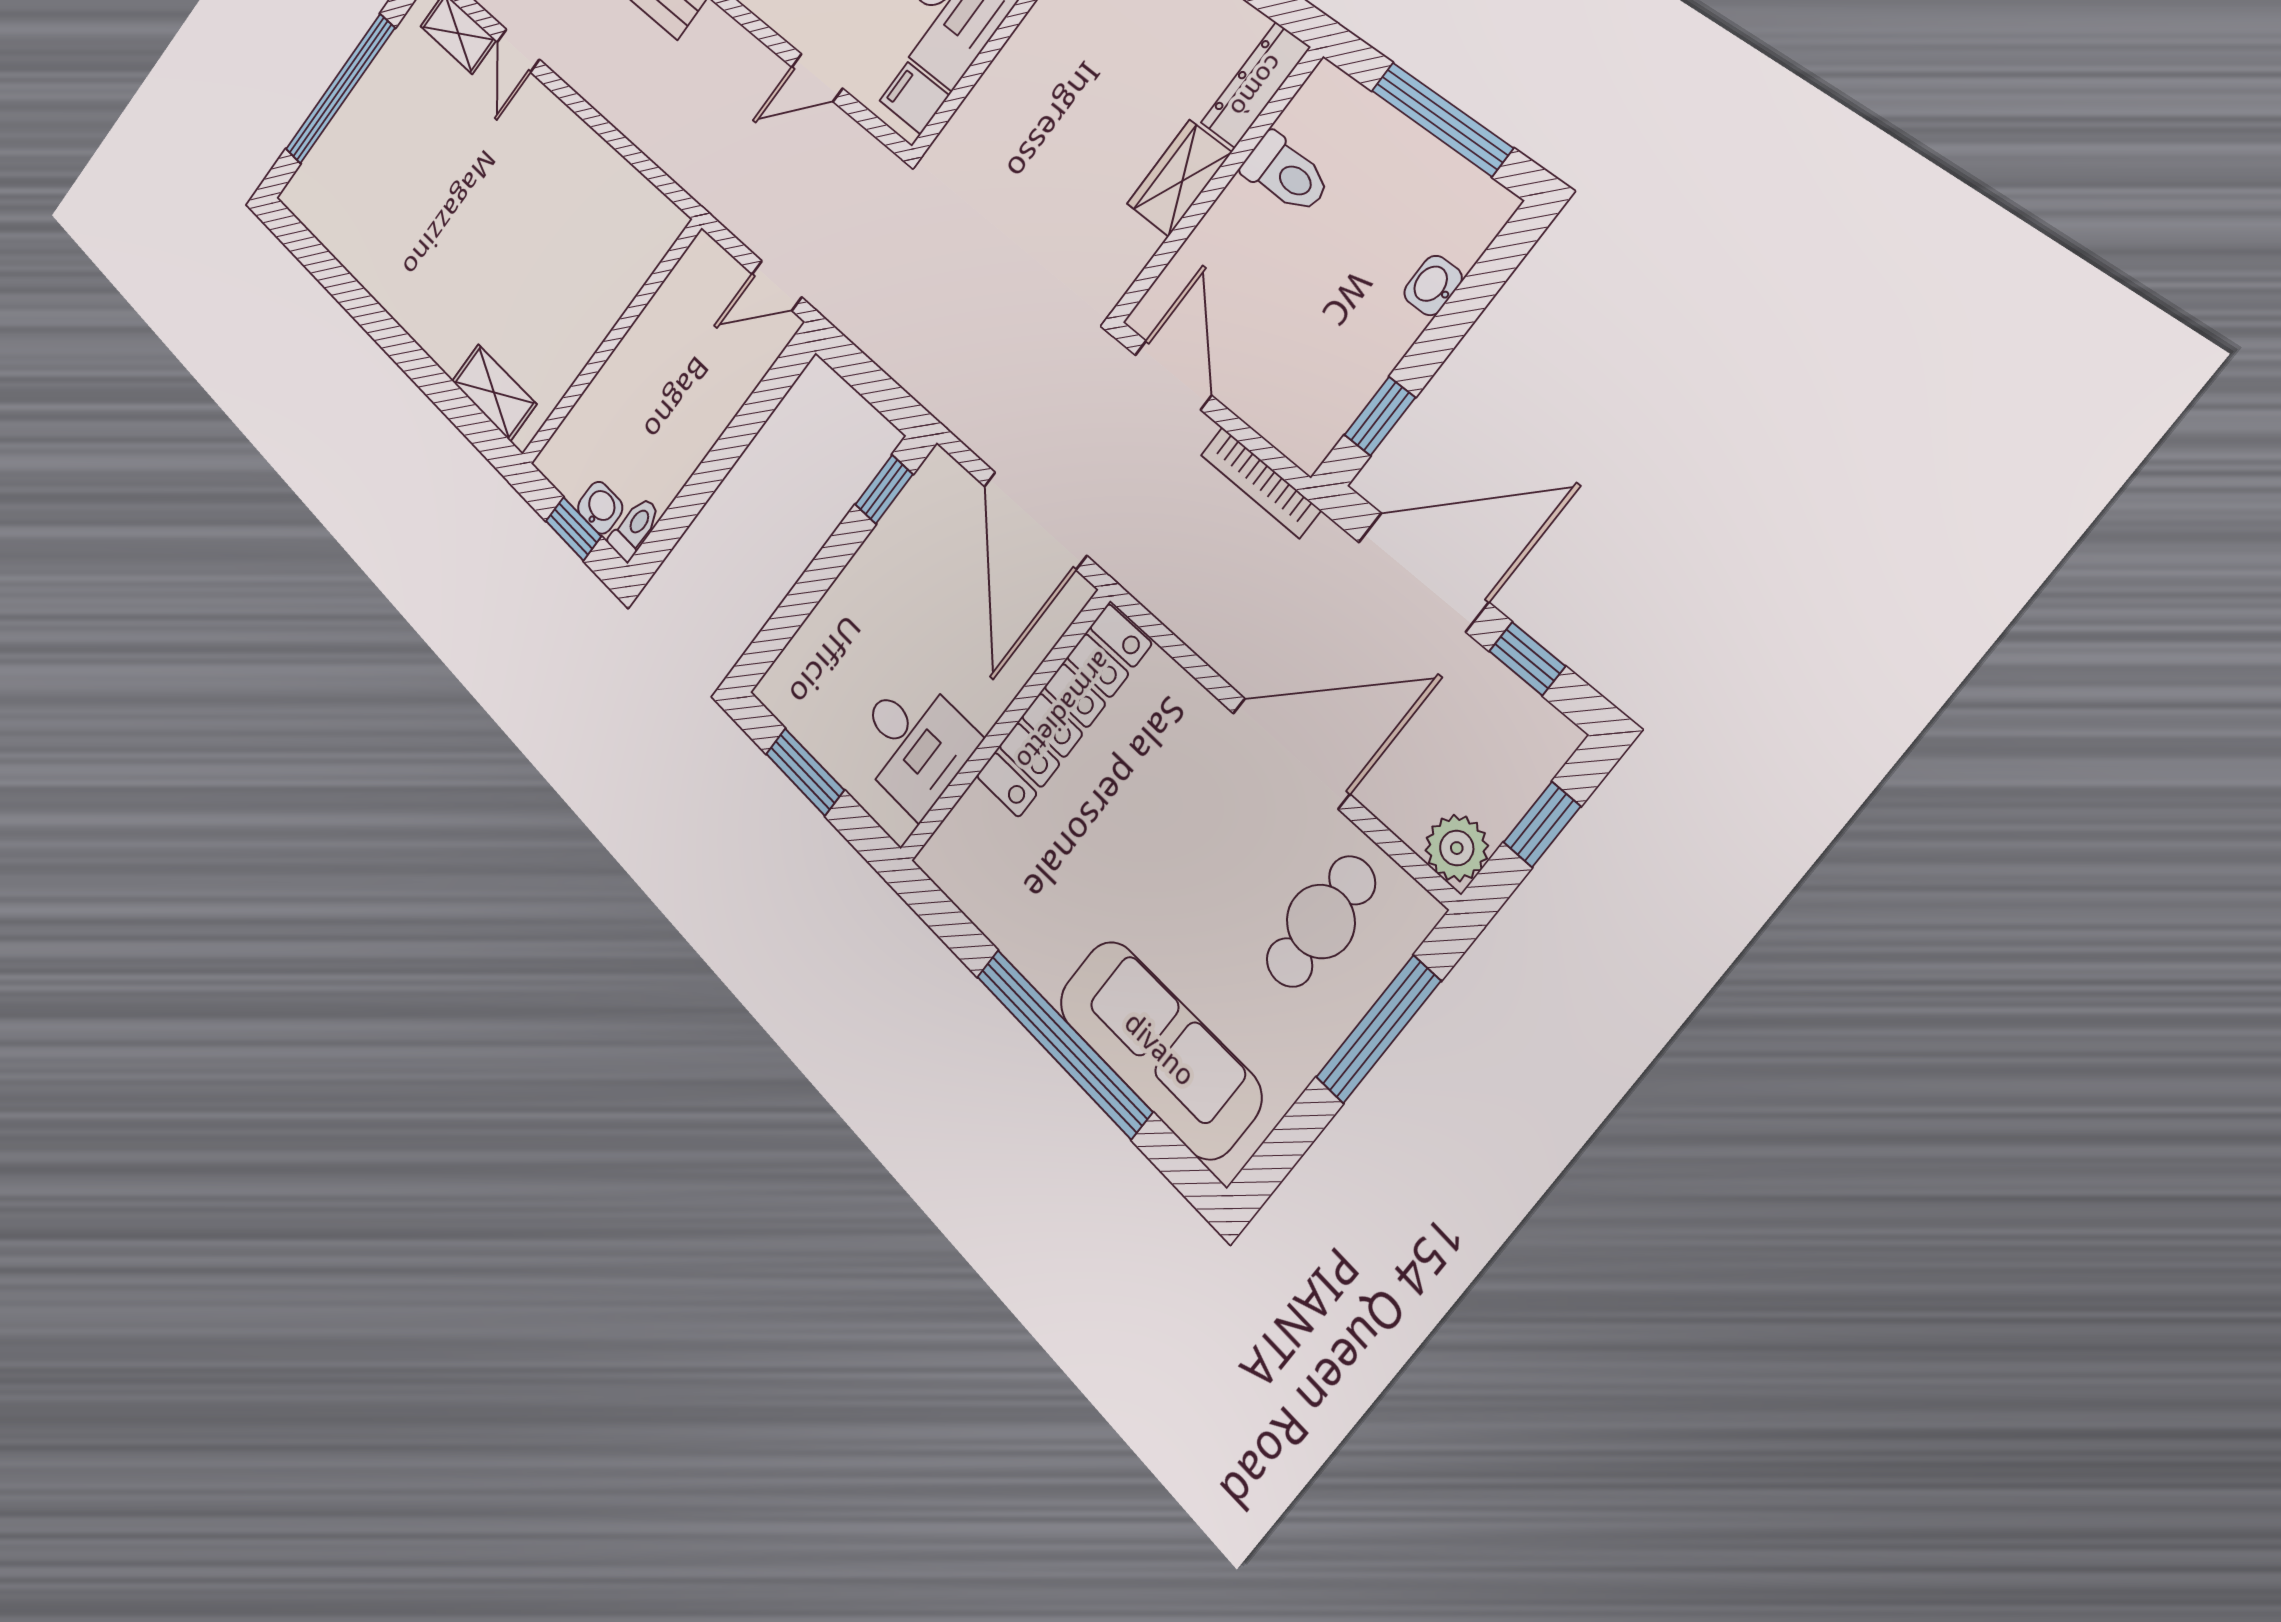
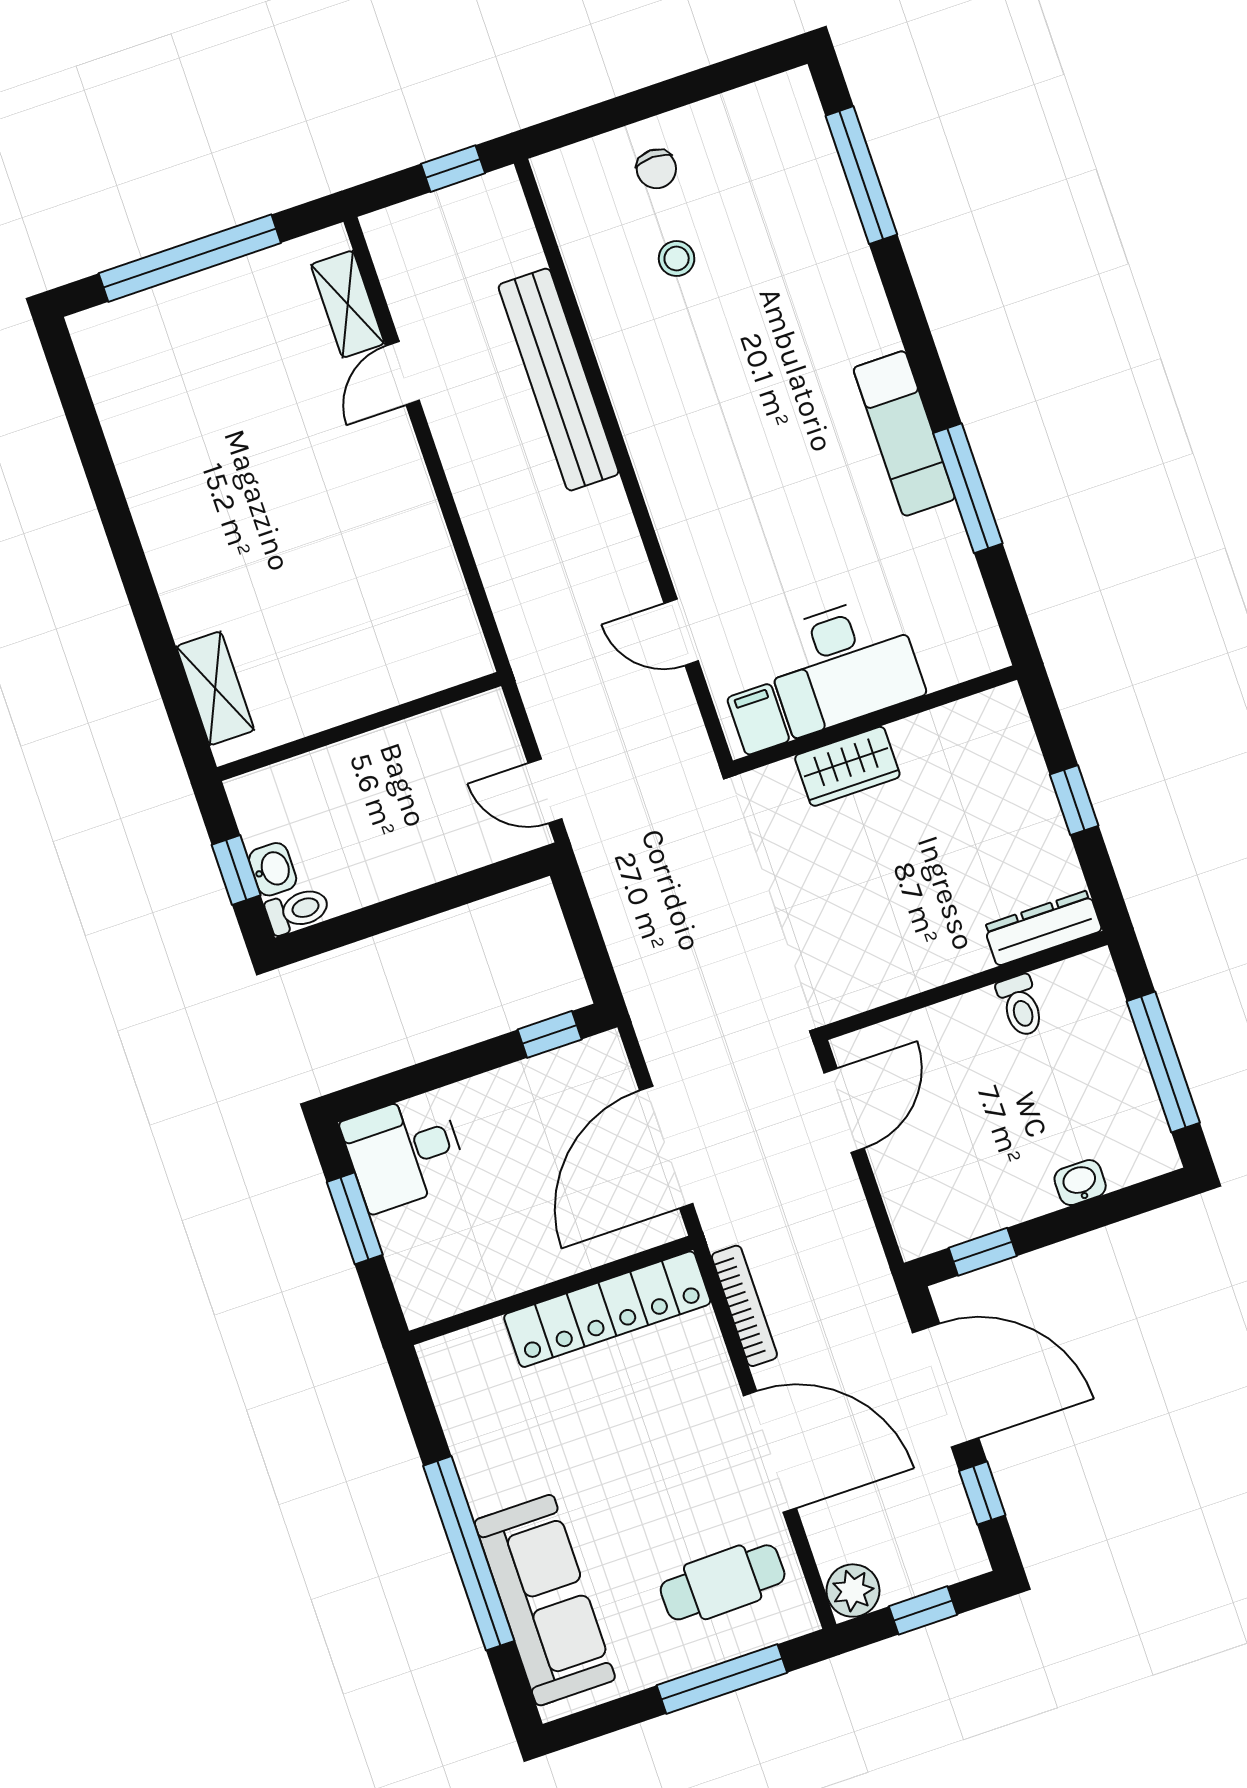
toilet: (1286, 173) -> (1020, 1006), width x0.73, depth x0.72
wardrobe: (1179, 178) -> (847, 766), moved, turned 180
bookcase: (1260, 482) -> (744, 1306), moved, turned 180
desk: (914, 743) -> (404, 1152), moved, turned 90

